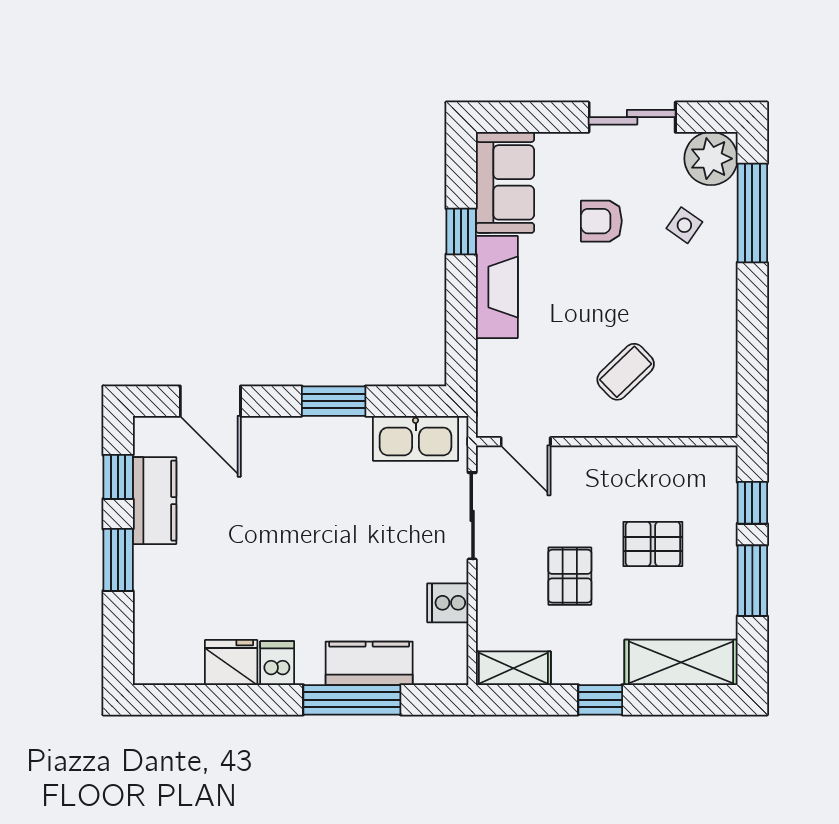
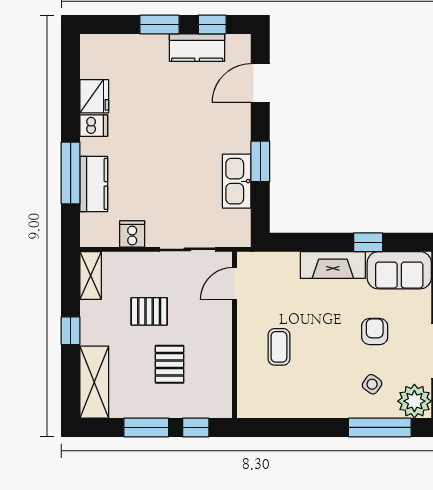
coffee table: (626, 372) -> (279, 347), turned 44
kitchen sink: (416, 438) -> (237, 181), moved

